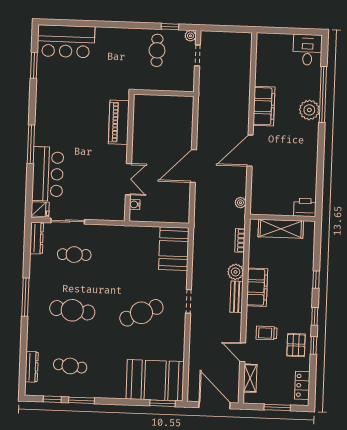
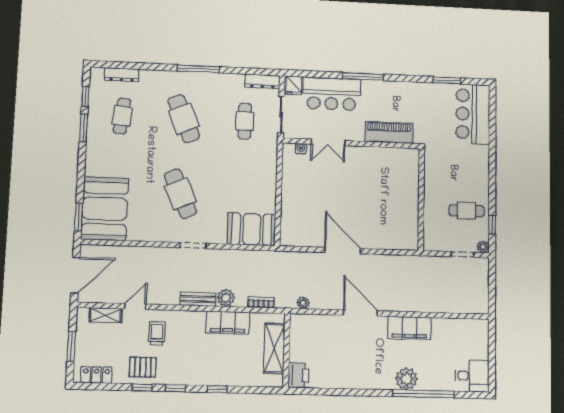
piano: (119, 122) -> (389, 132), moved
wall: (129, 158) -> (351, 143), moved
double door: (128, 179) -> (328, 142), moved
water cooler: (135, 204) -> (301, 149), moved
filing cabinet: (257, 287) -> (228, 323), moved
cafe table: (72, 310) -> (184, 119), turned -30

